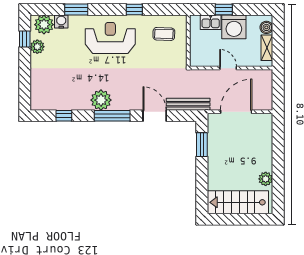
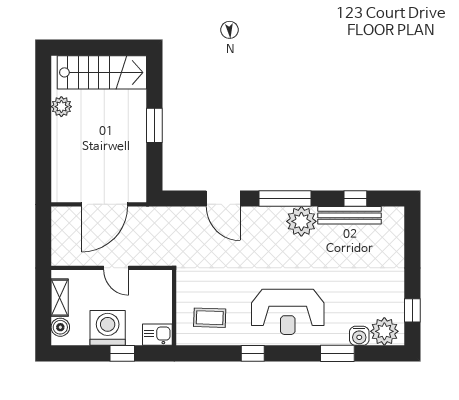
kitchen sink: (211, 22) -> (157, 335), moved
plant: (37, 47) -> (394, 299), removed
bench: (188, 104) -> (350, 215), moved
window: (202, 145) -> (154, 125), moved

